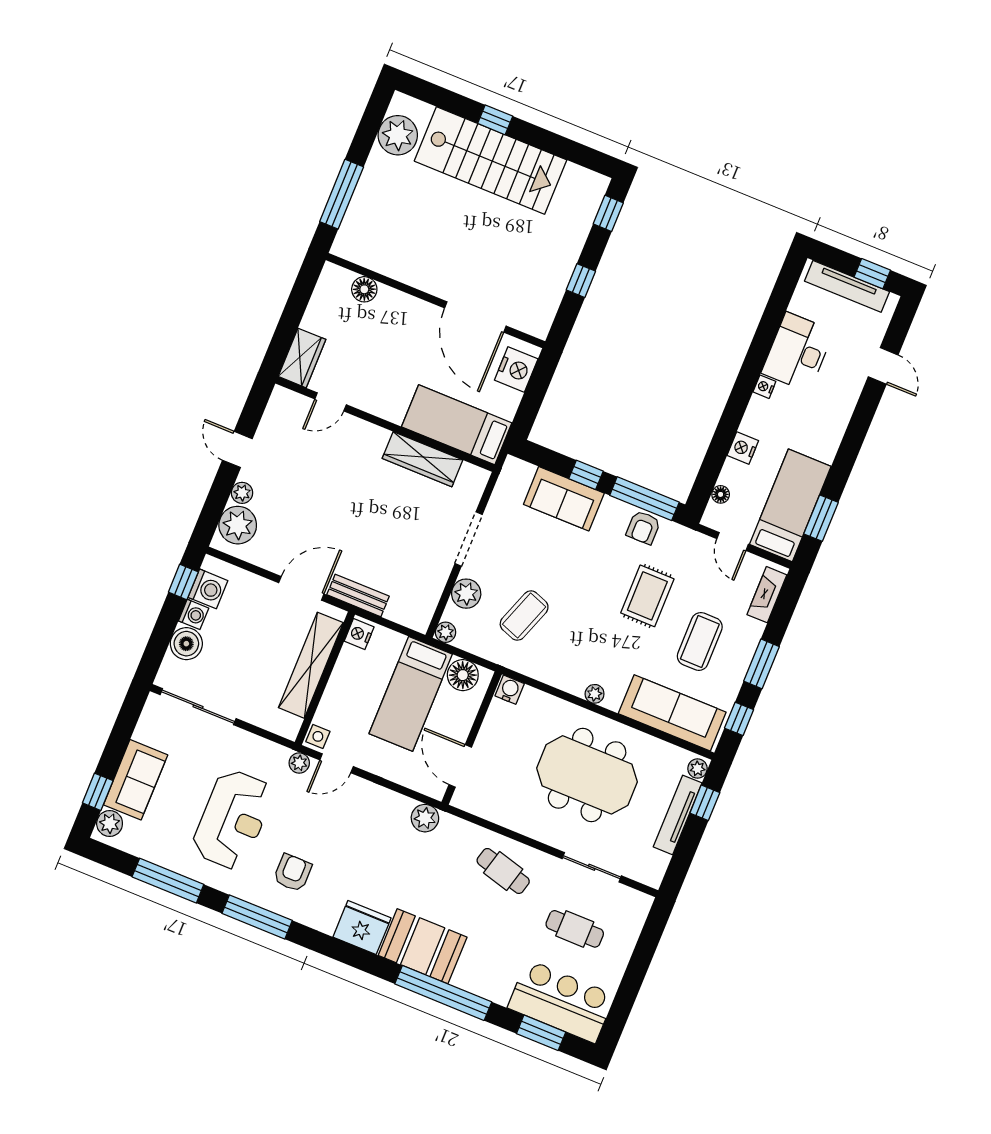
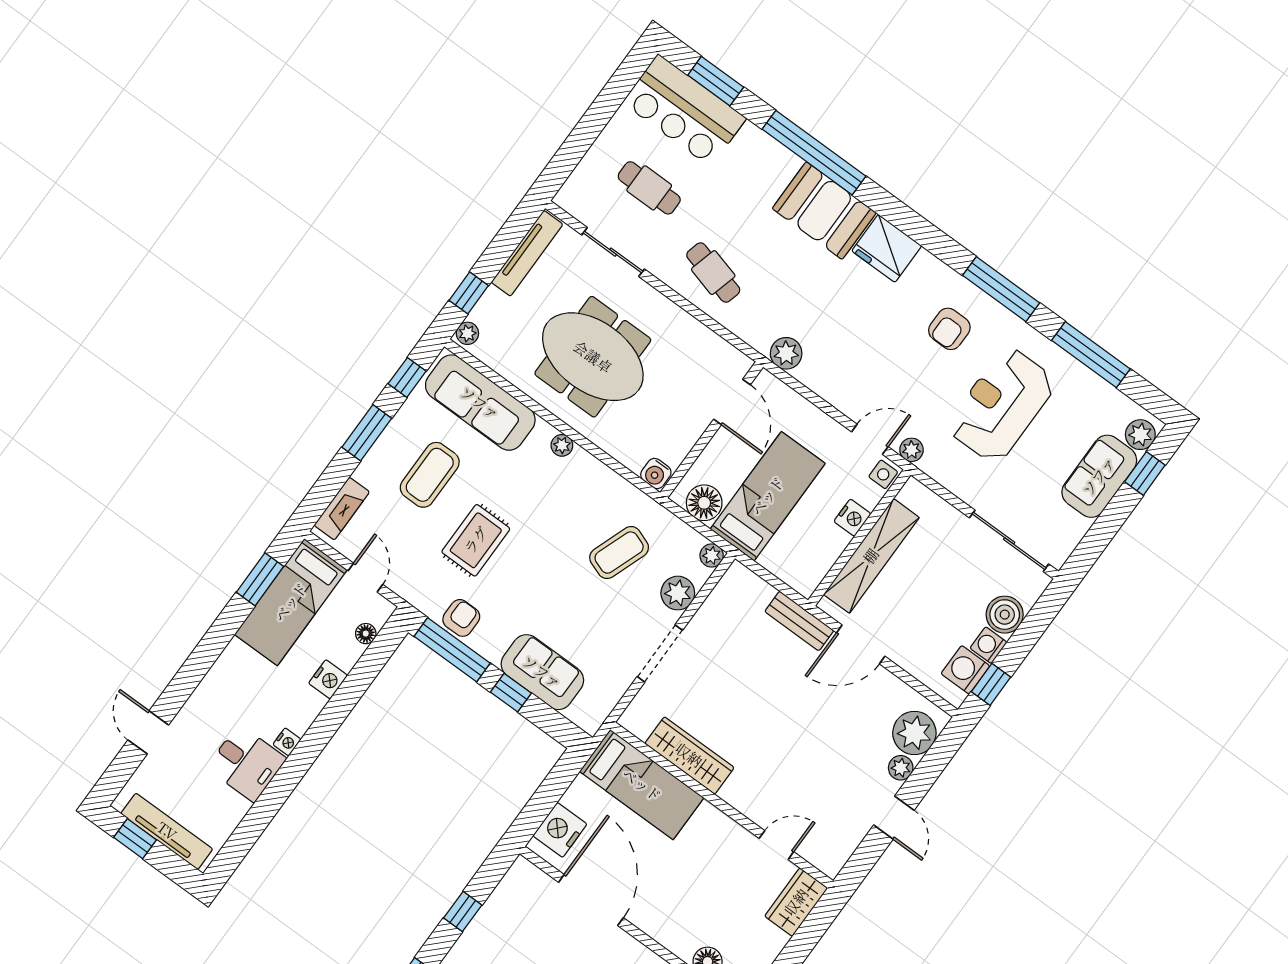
desk: (798, 352) -> (246, 763), width x0.73
nightstand: (359, 634) -> (852, 518), moved
tv unit: (678, 815) -> (527, 253), moved

